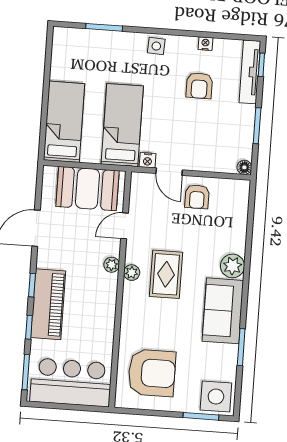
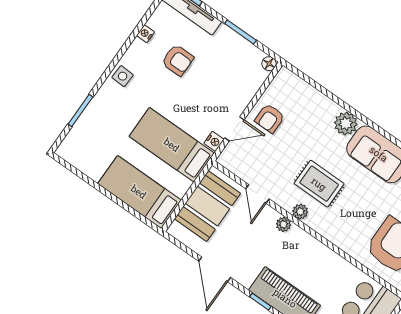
armchair: (197, 197) -> (270, 118), turned 90

